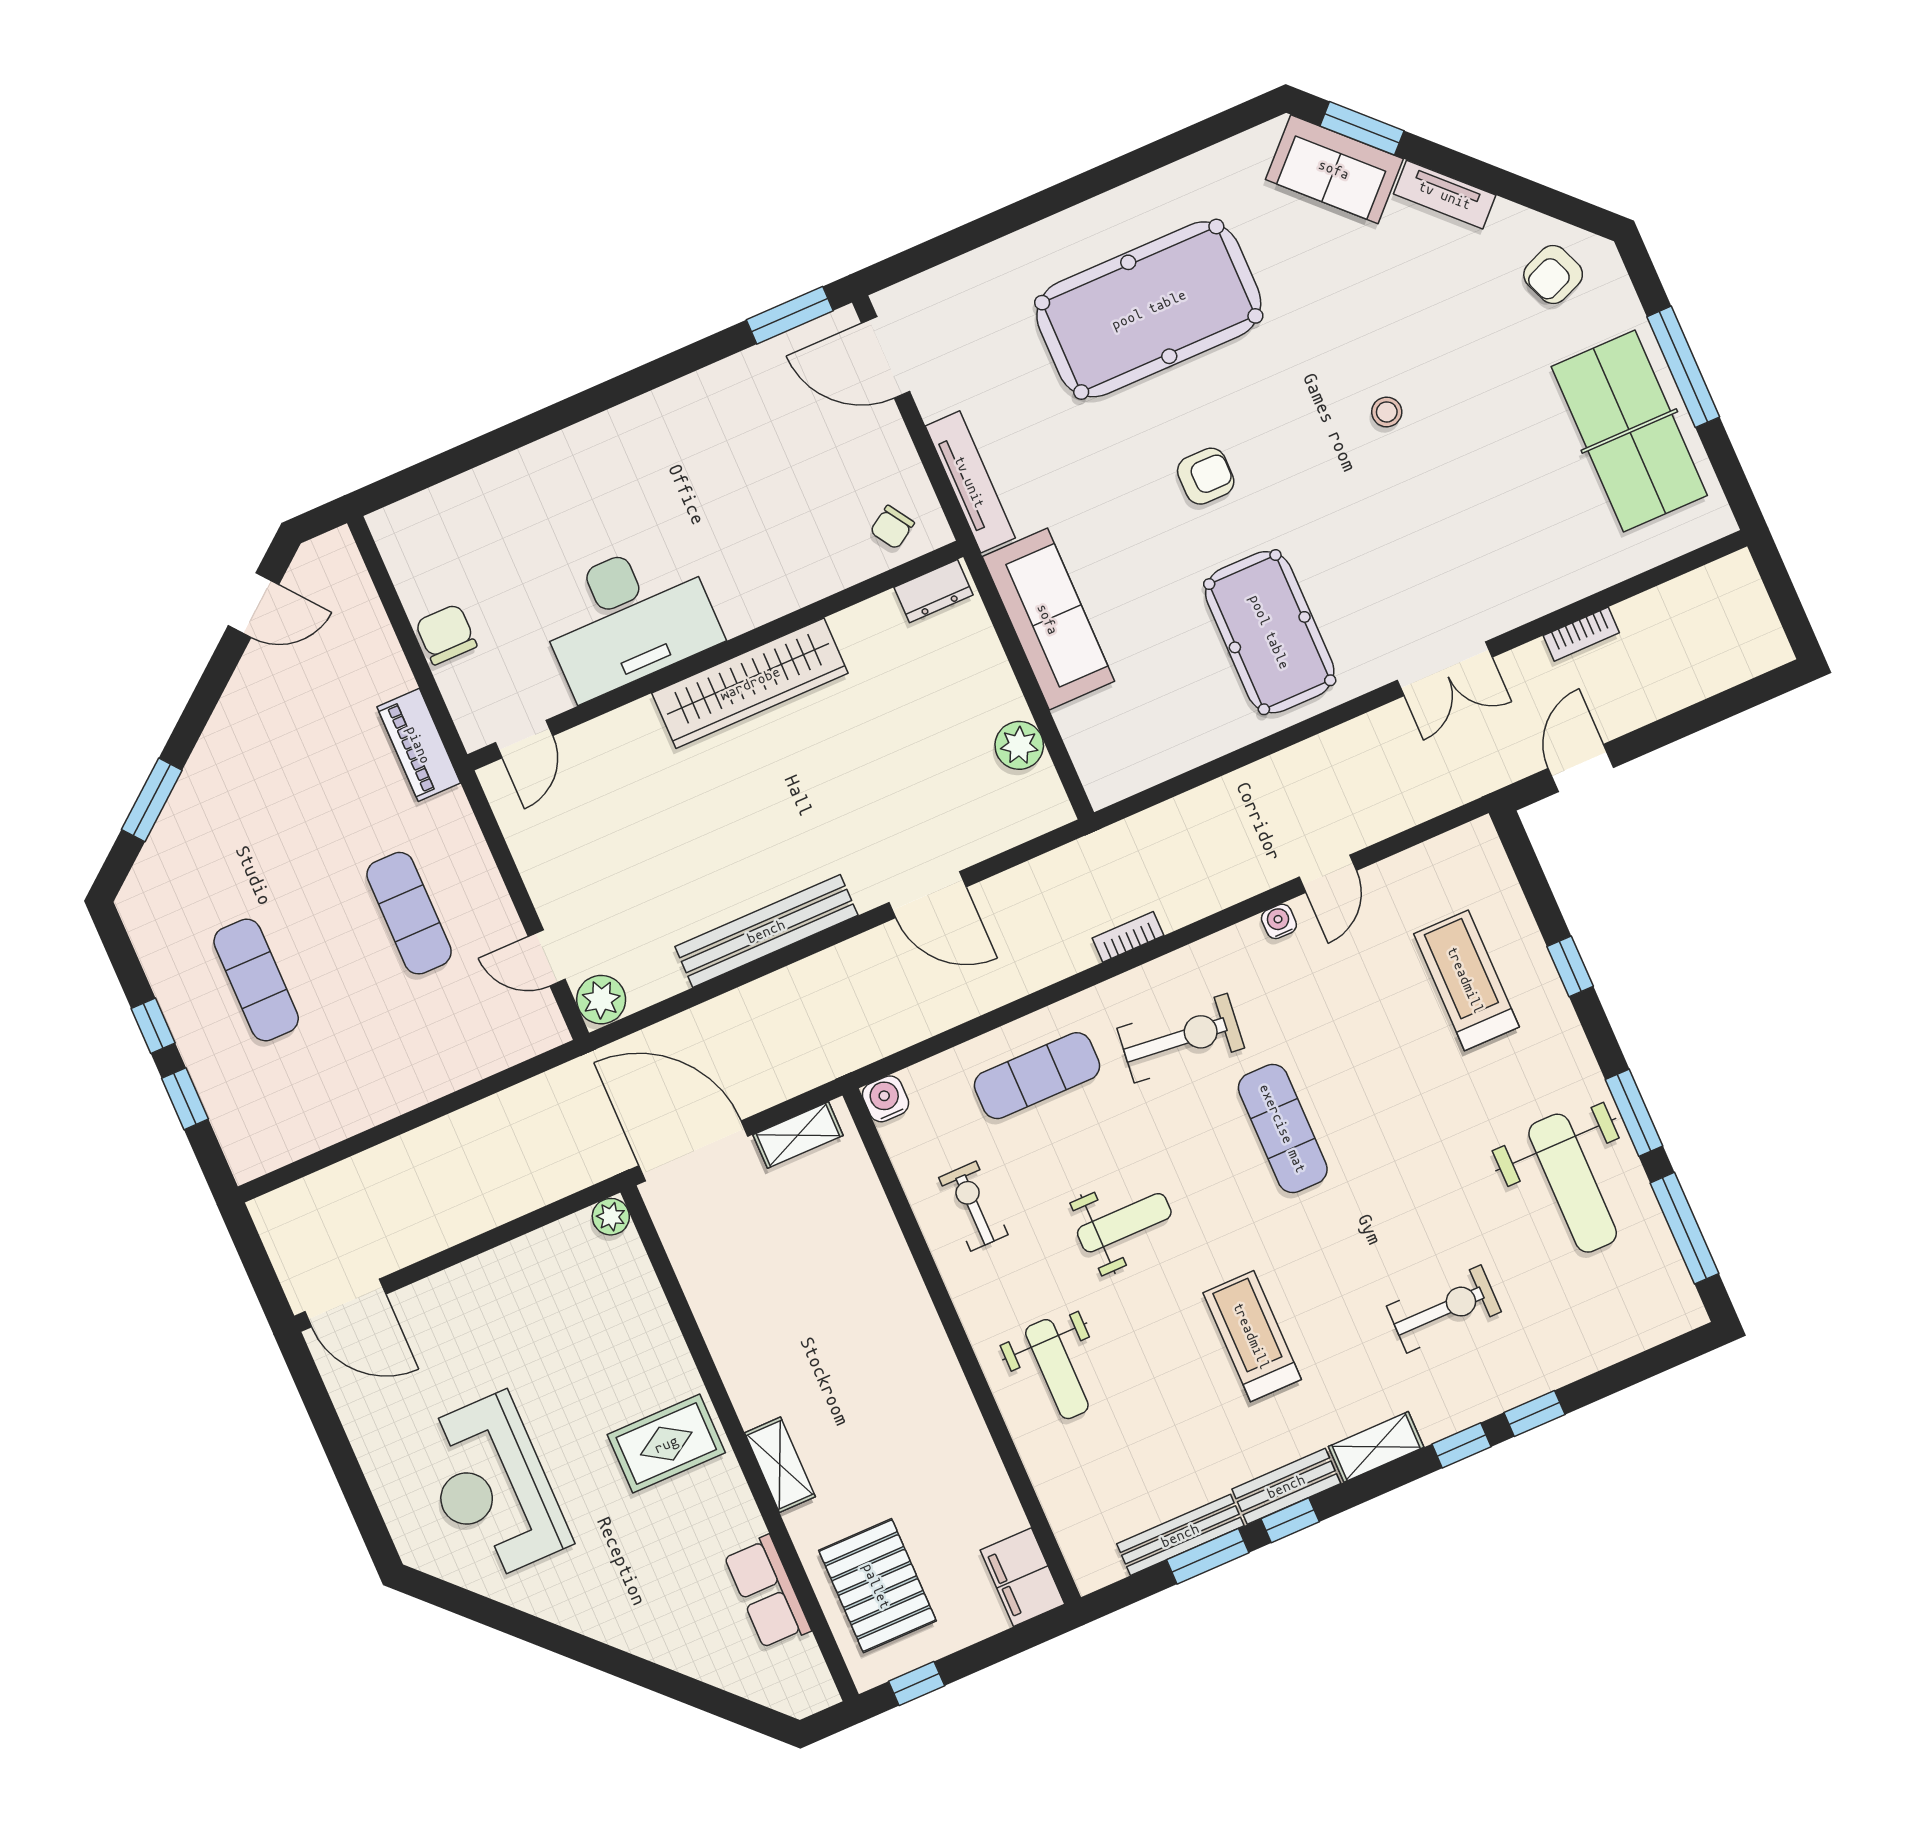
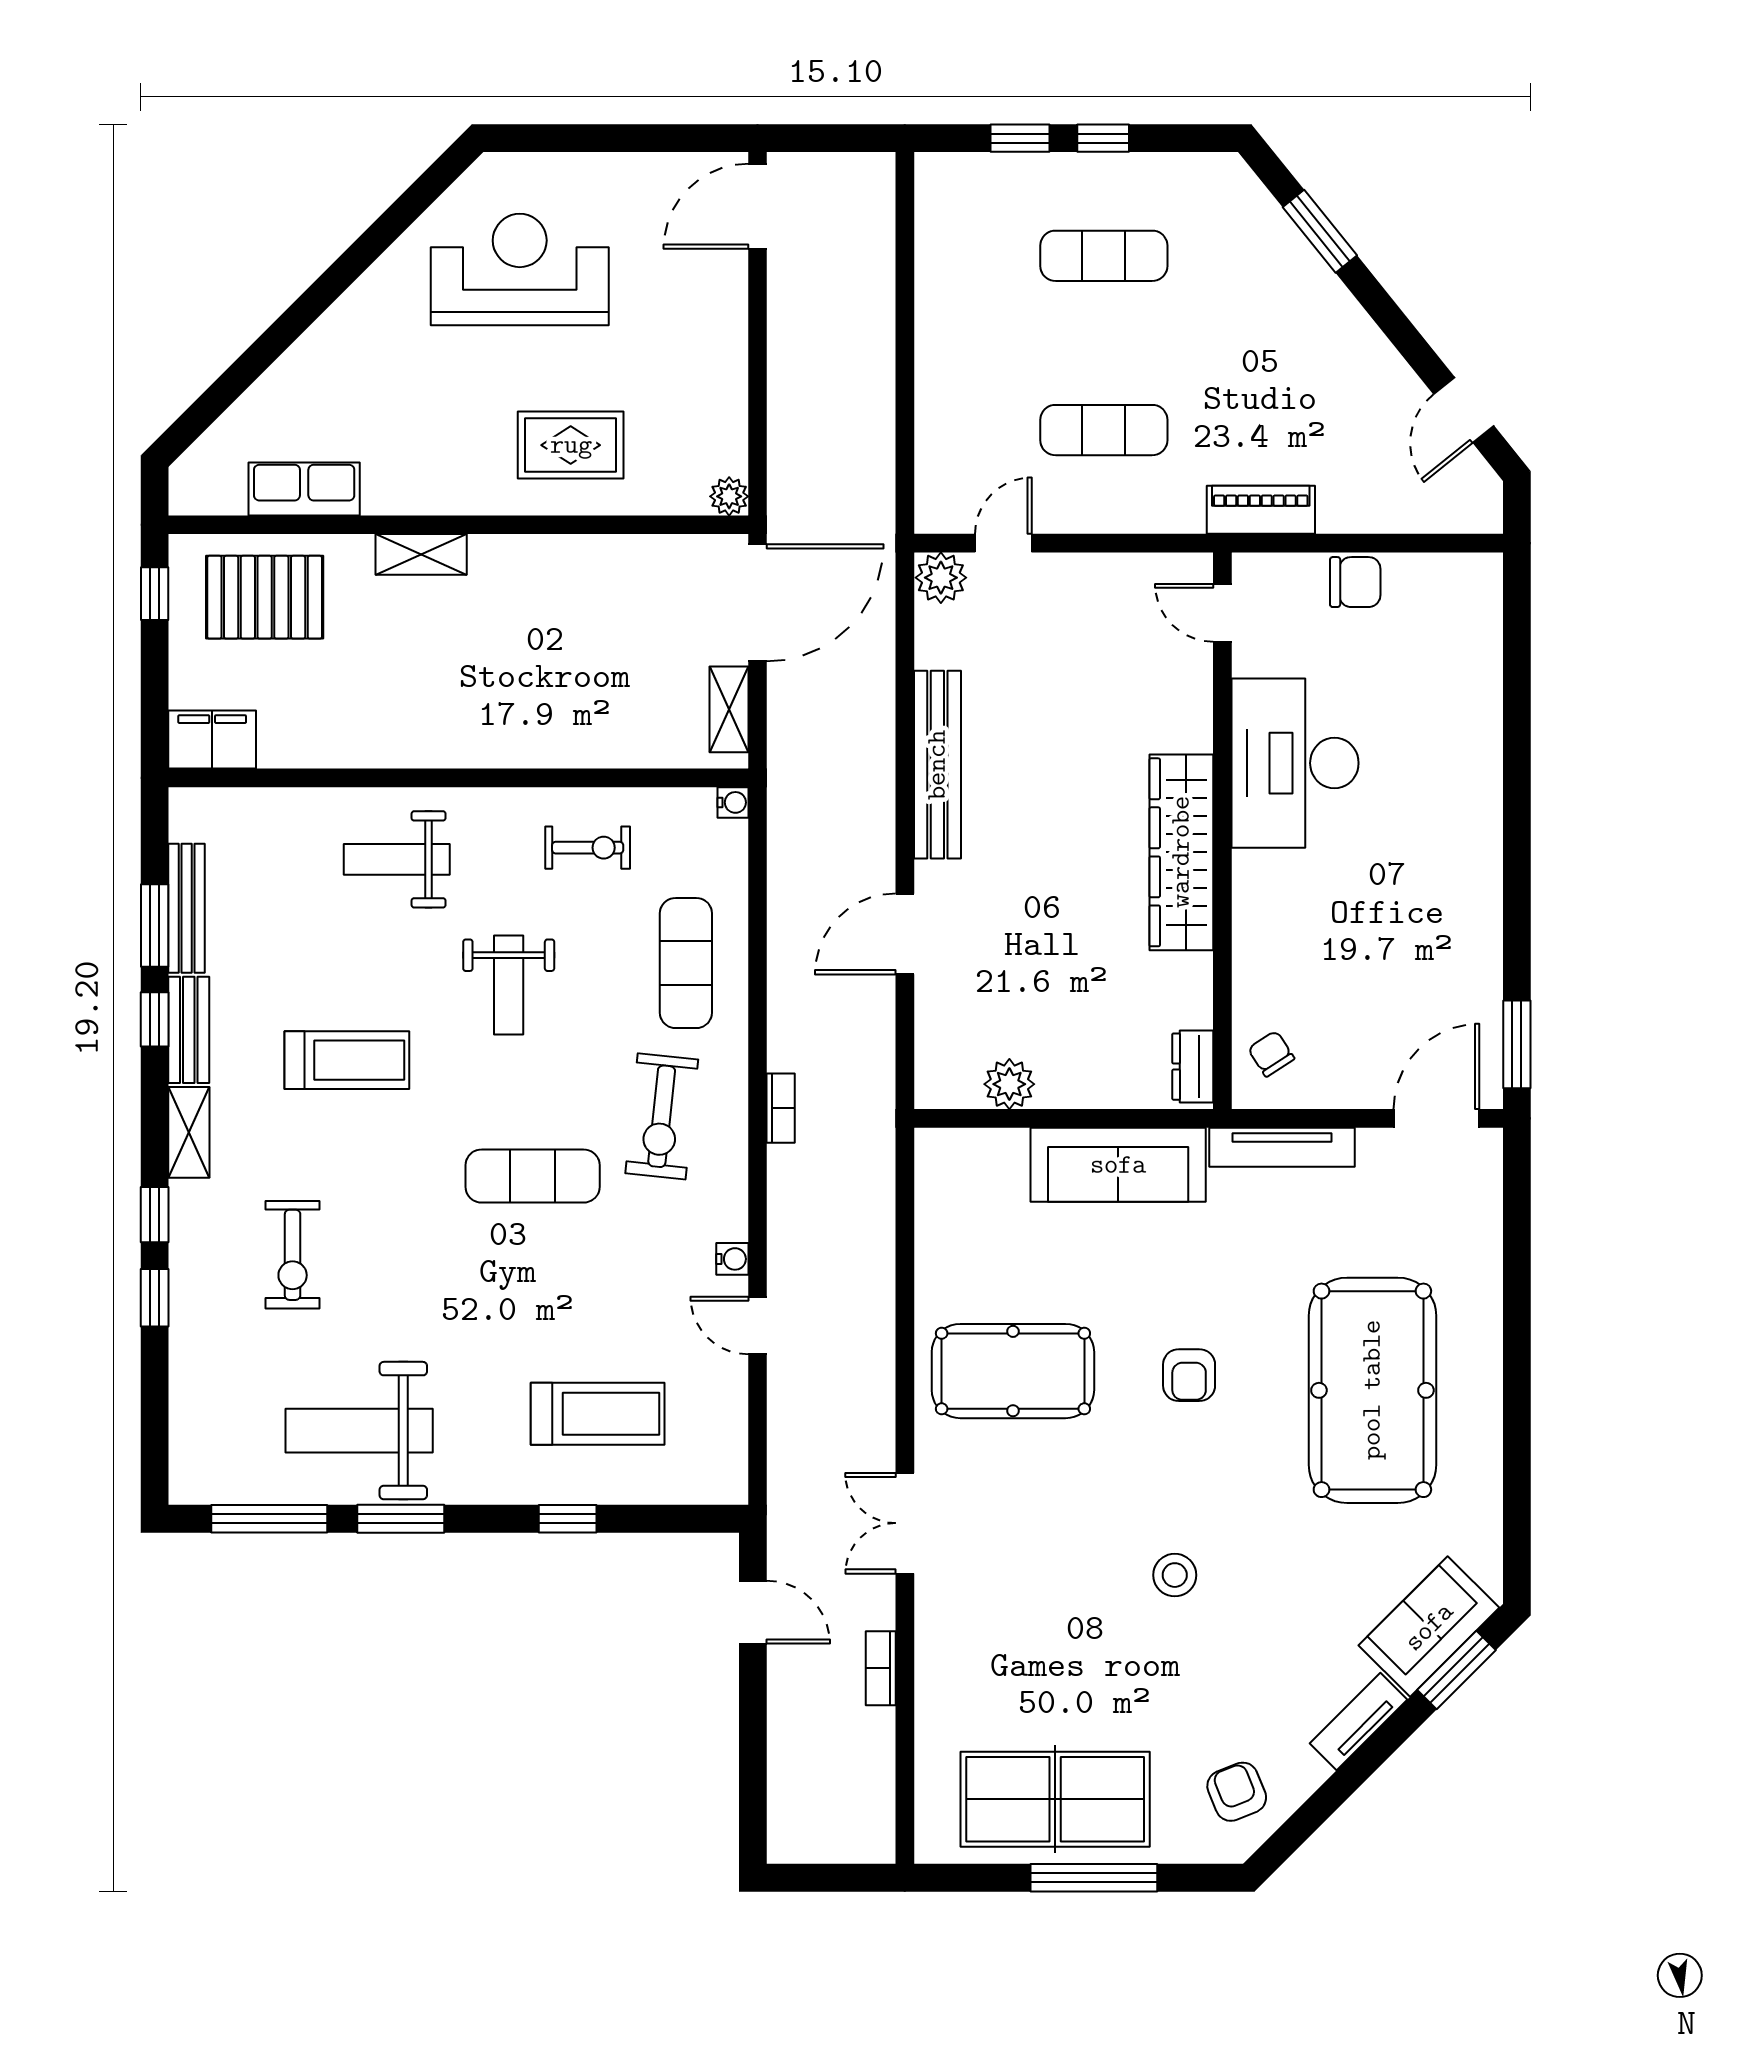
stool: (1387, 412) -> (1175, 1575), width x1.37, depth x1.37
water cooler: (885, 1099) -> (733, 802), width x0.72, depth x0.72
rug: (666, 1444) -> (571, 445), moved, turned 90

